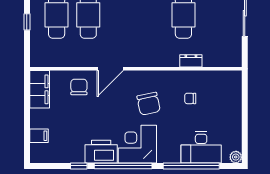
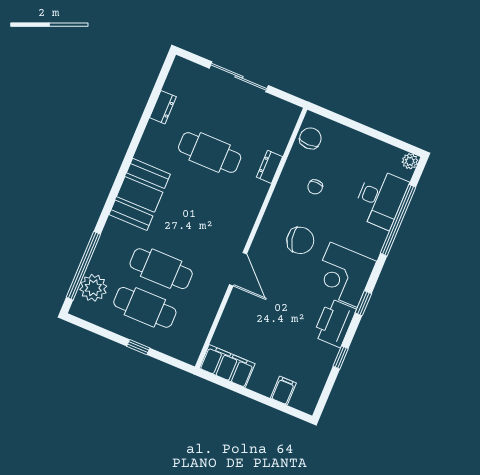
chair: (79, 87) -> (310, 138), moved, turned 90
window: (123, 166) -> (363, 303), width x0.32

